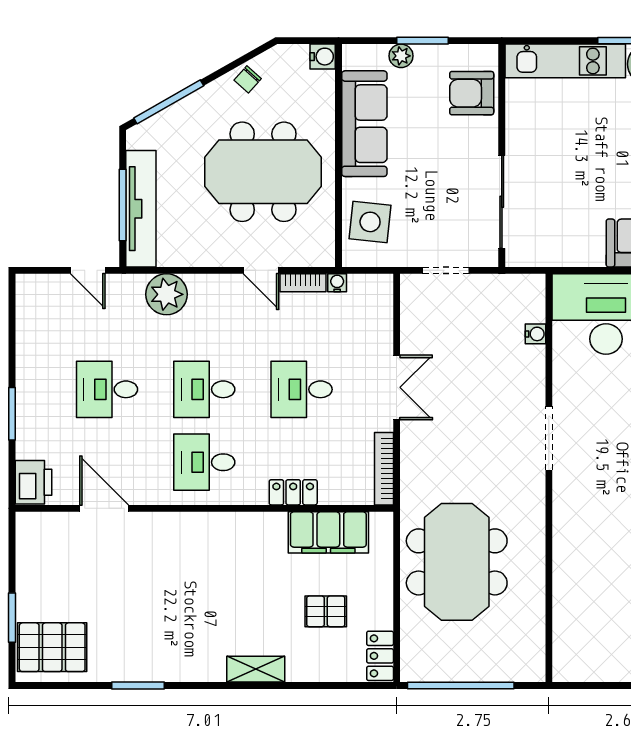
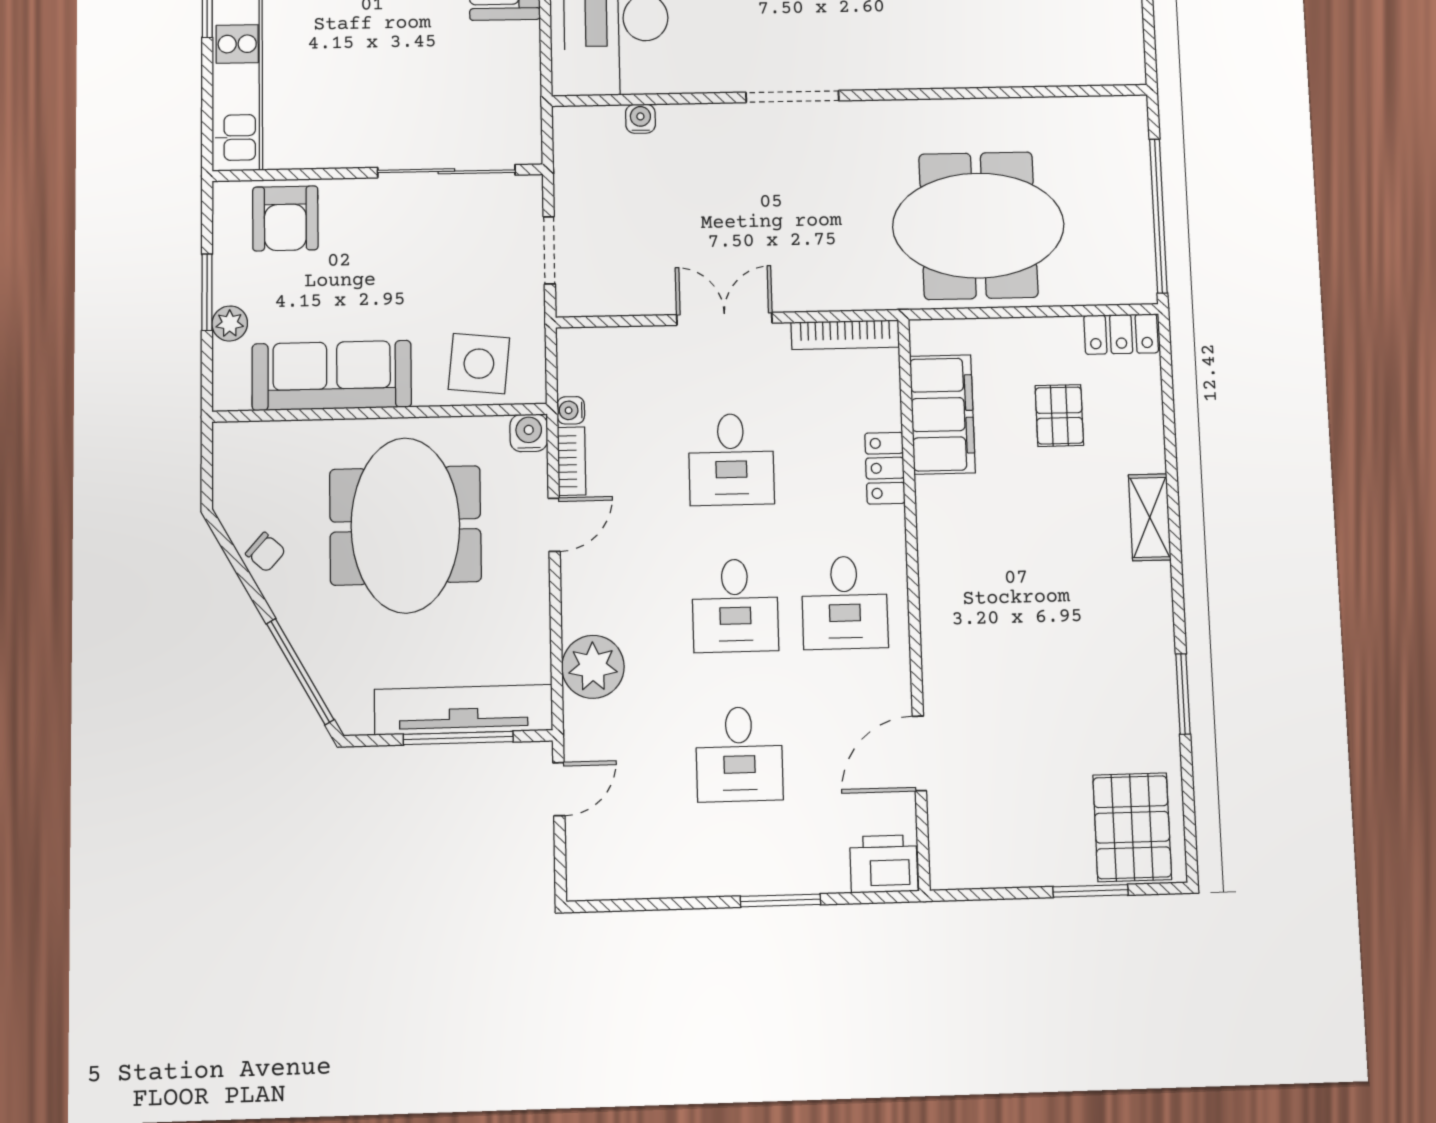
water cooler: (323, 57) -> (529, 433), moved

